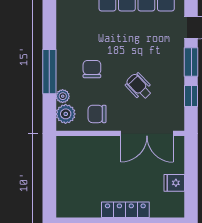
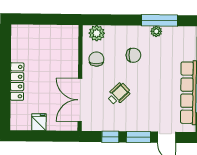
window: (49, 72) -> (160, 20), moved
plant: (63, 96) -> (156, 31), moved

